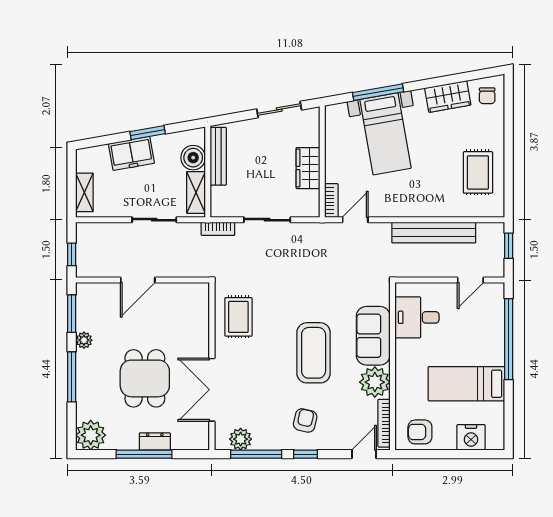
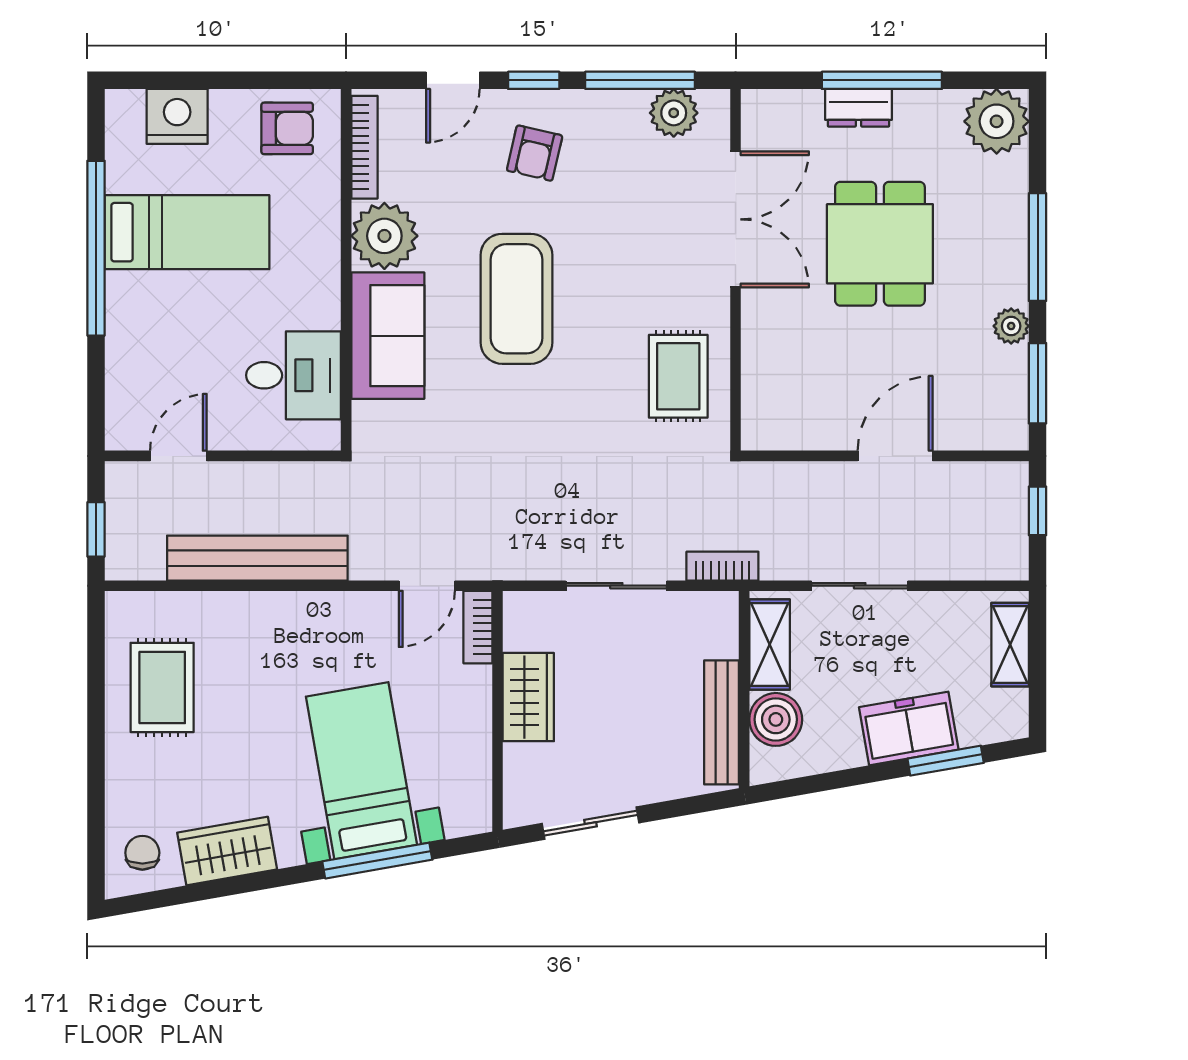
window: (148, 133) -> (946, 761), moved
window: (509, 339) -> (96, 248), moved
door: (364, 454) -> (453, 80), moved

